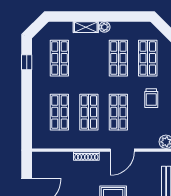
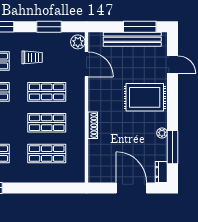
door: (122, 150) -> (87, 64), moved

